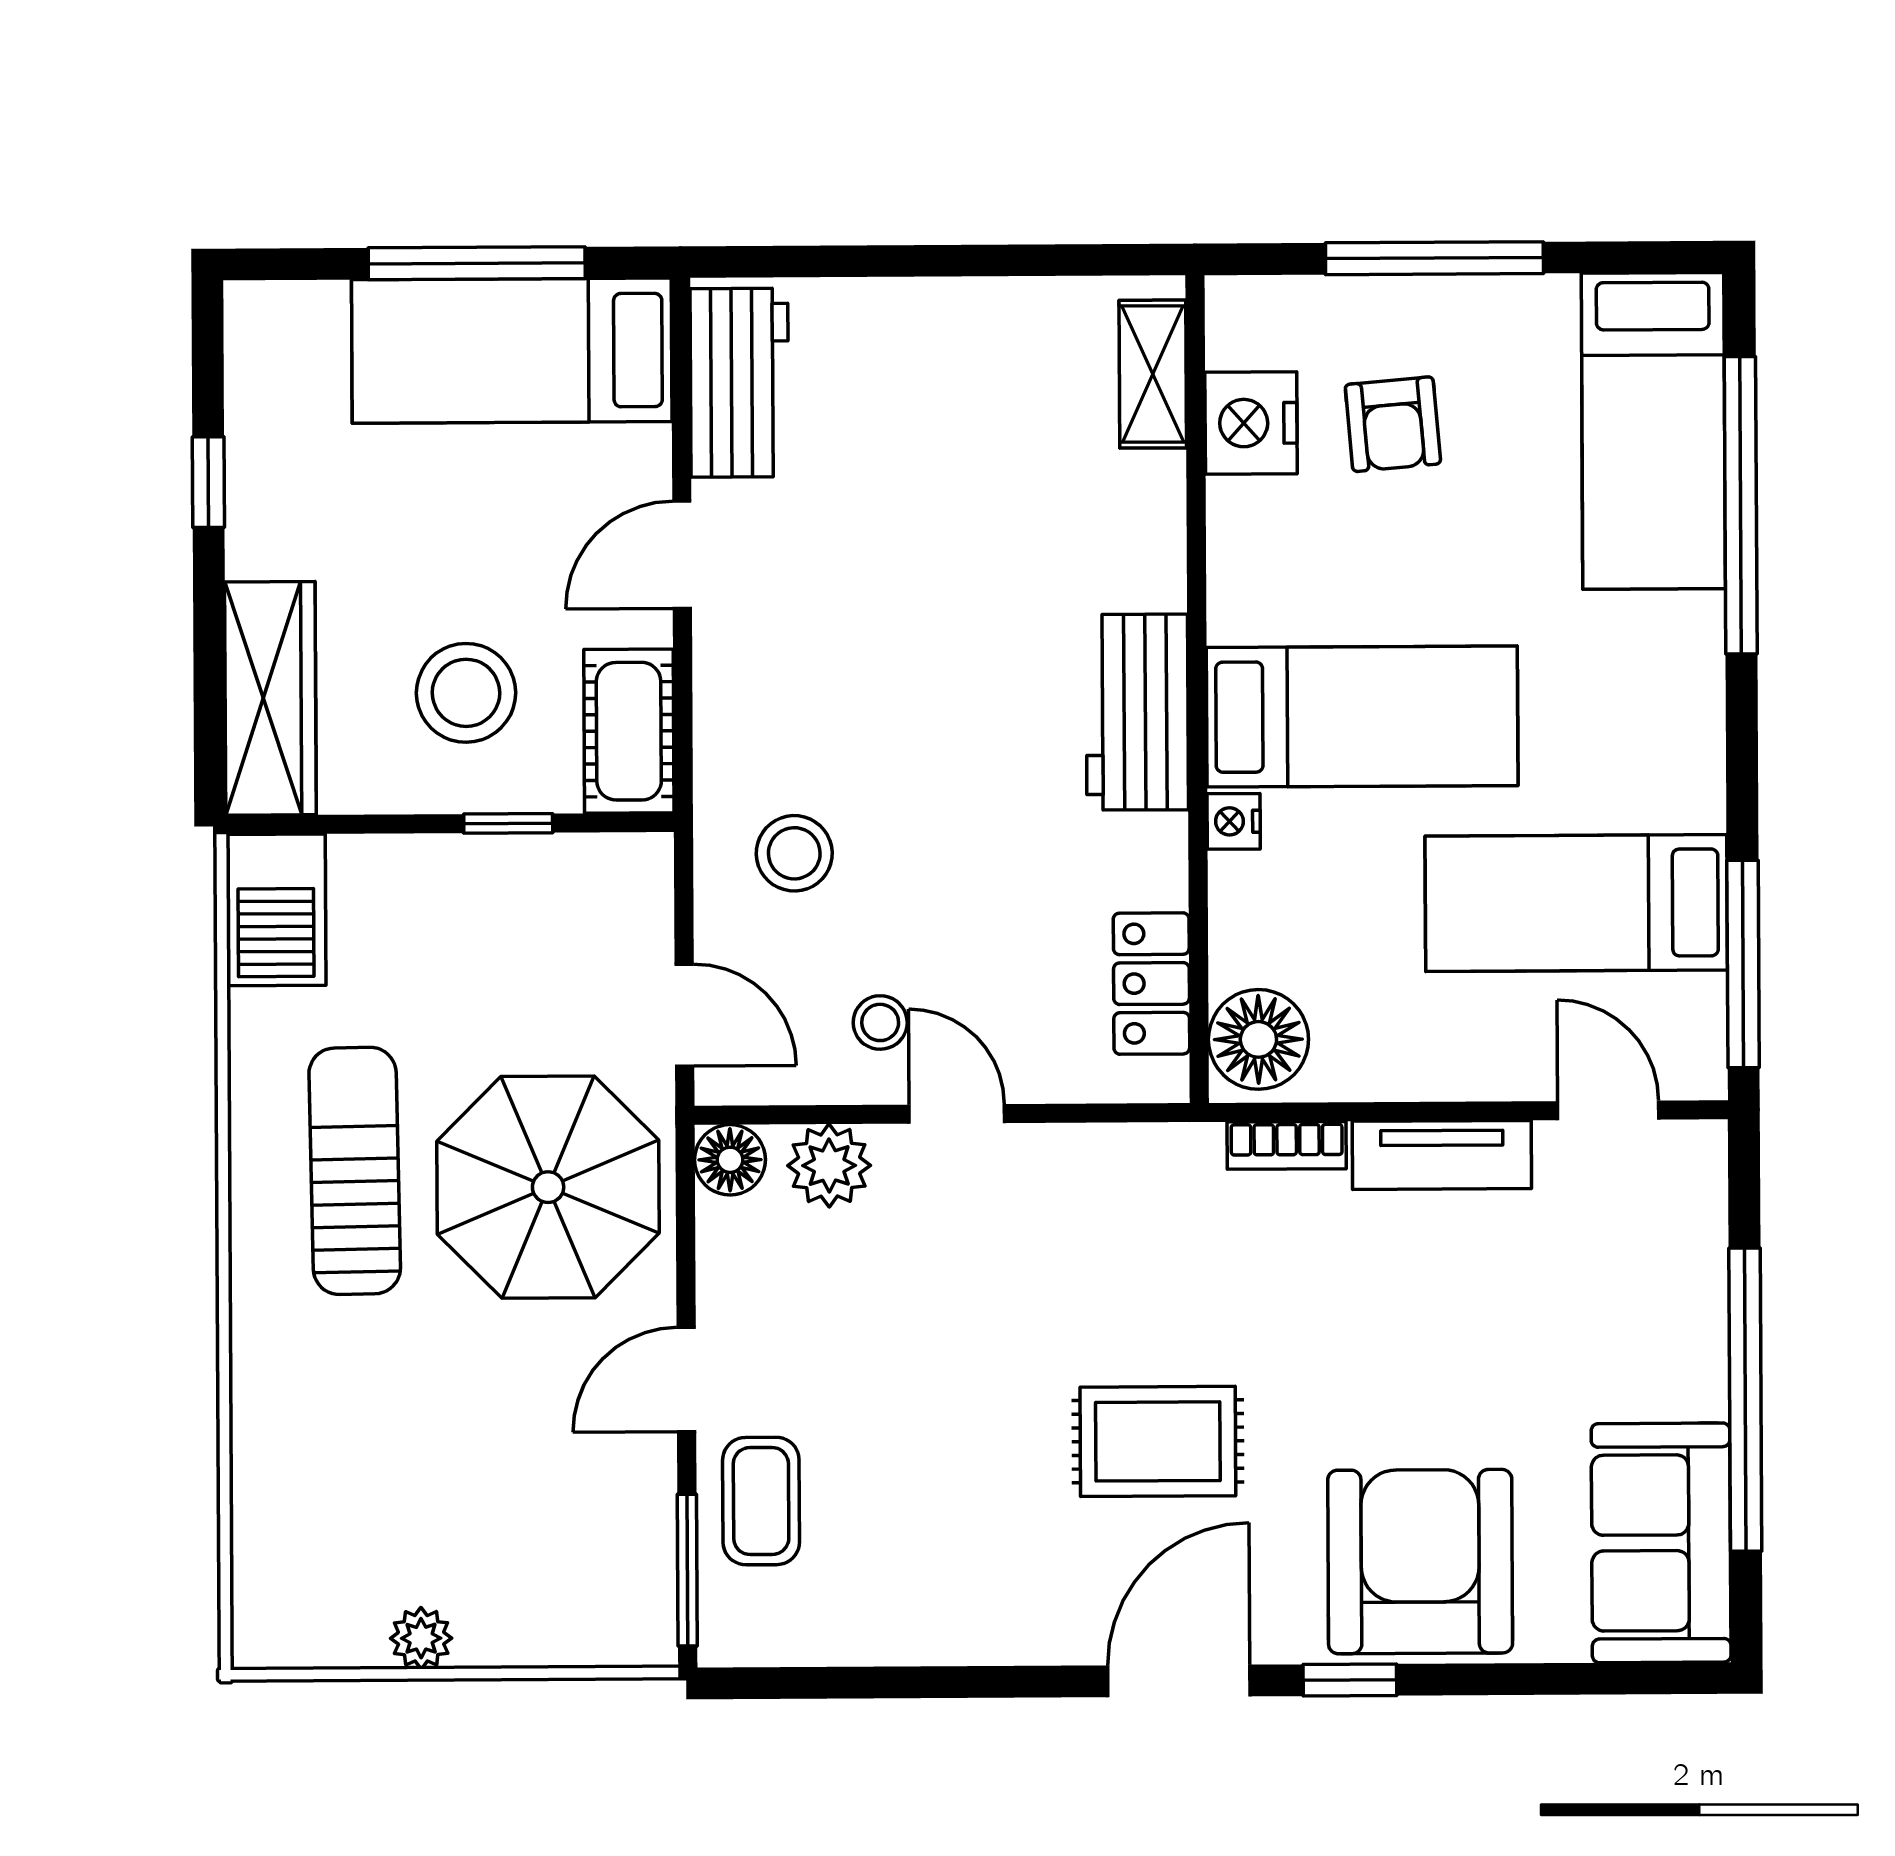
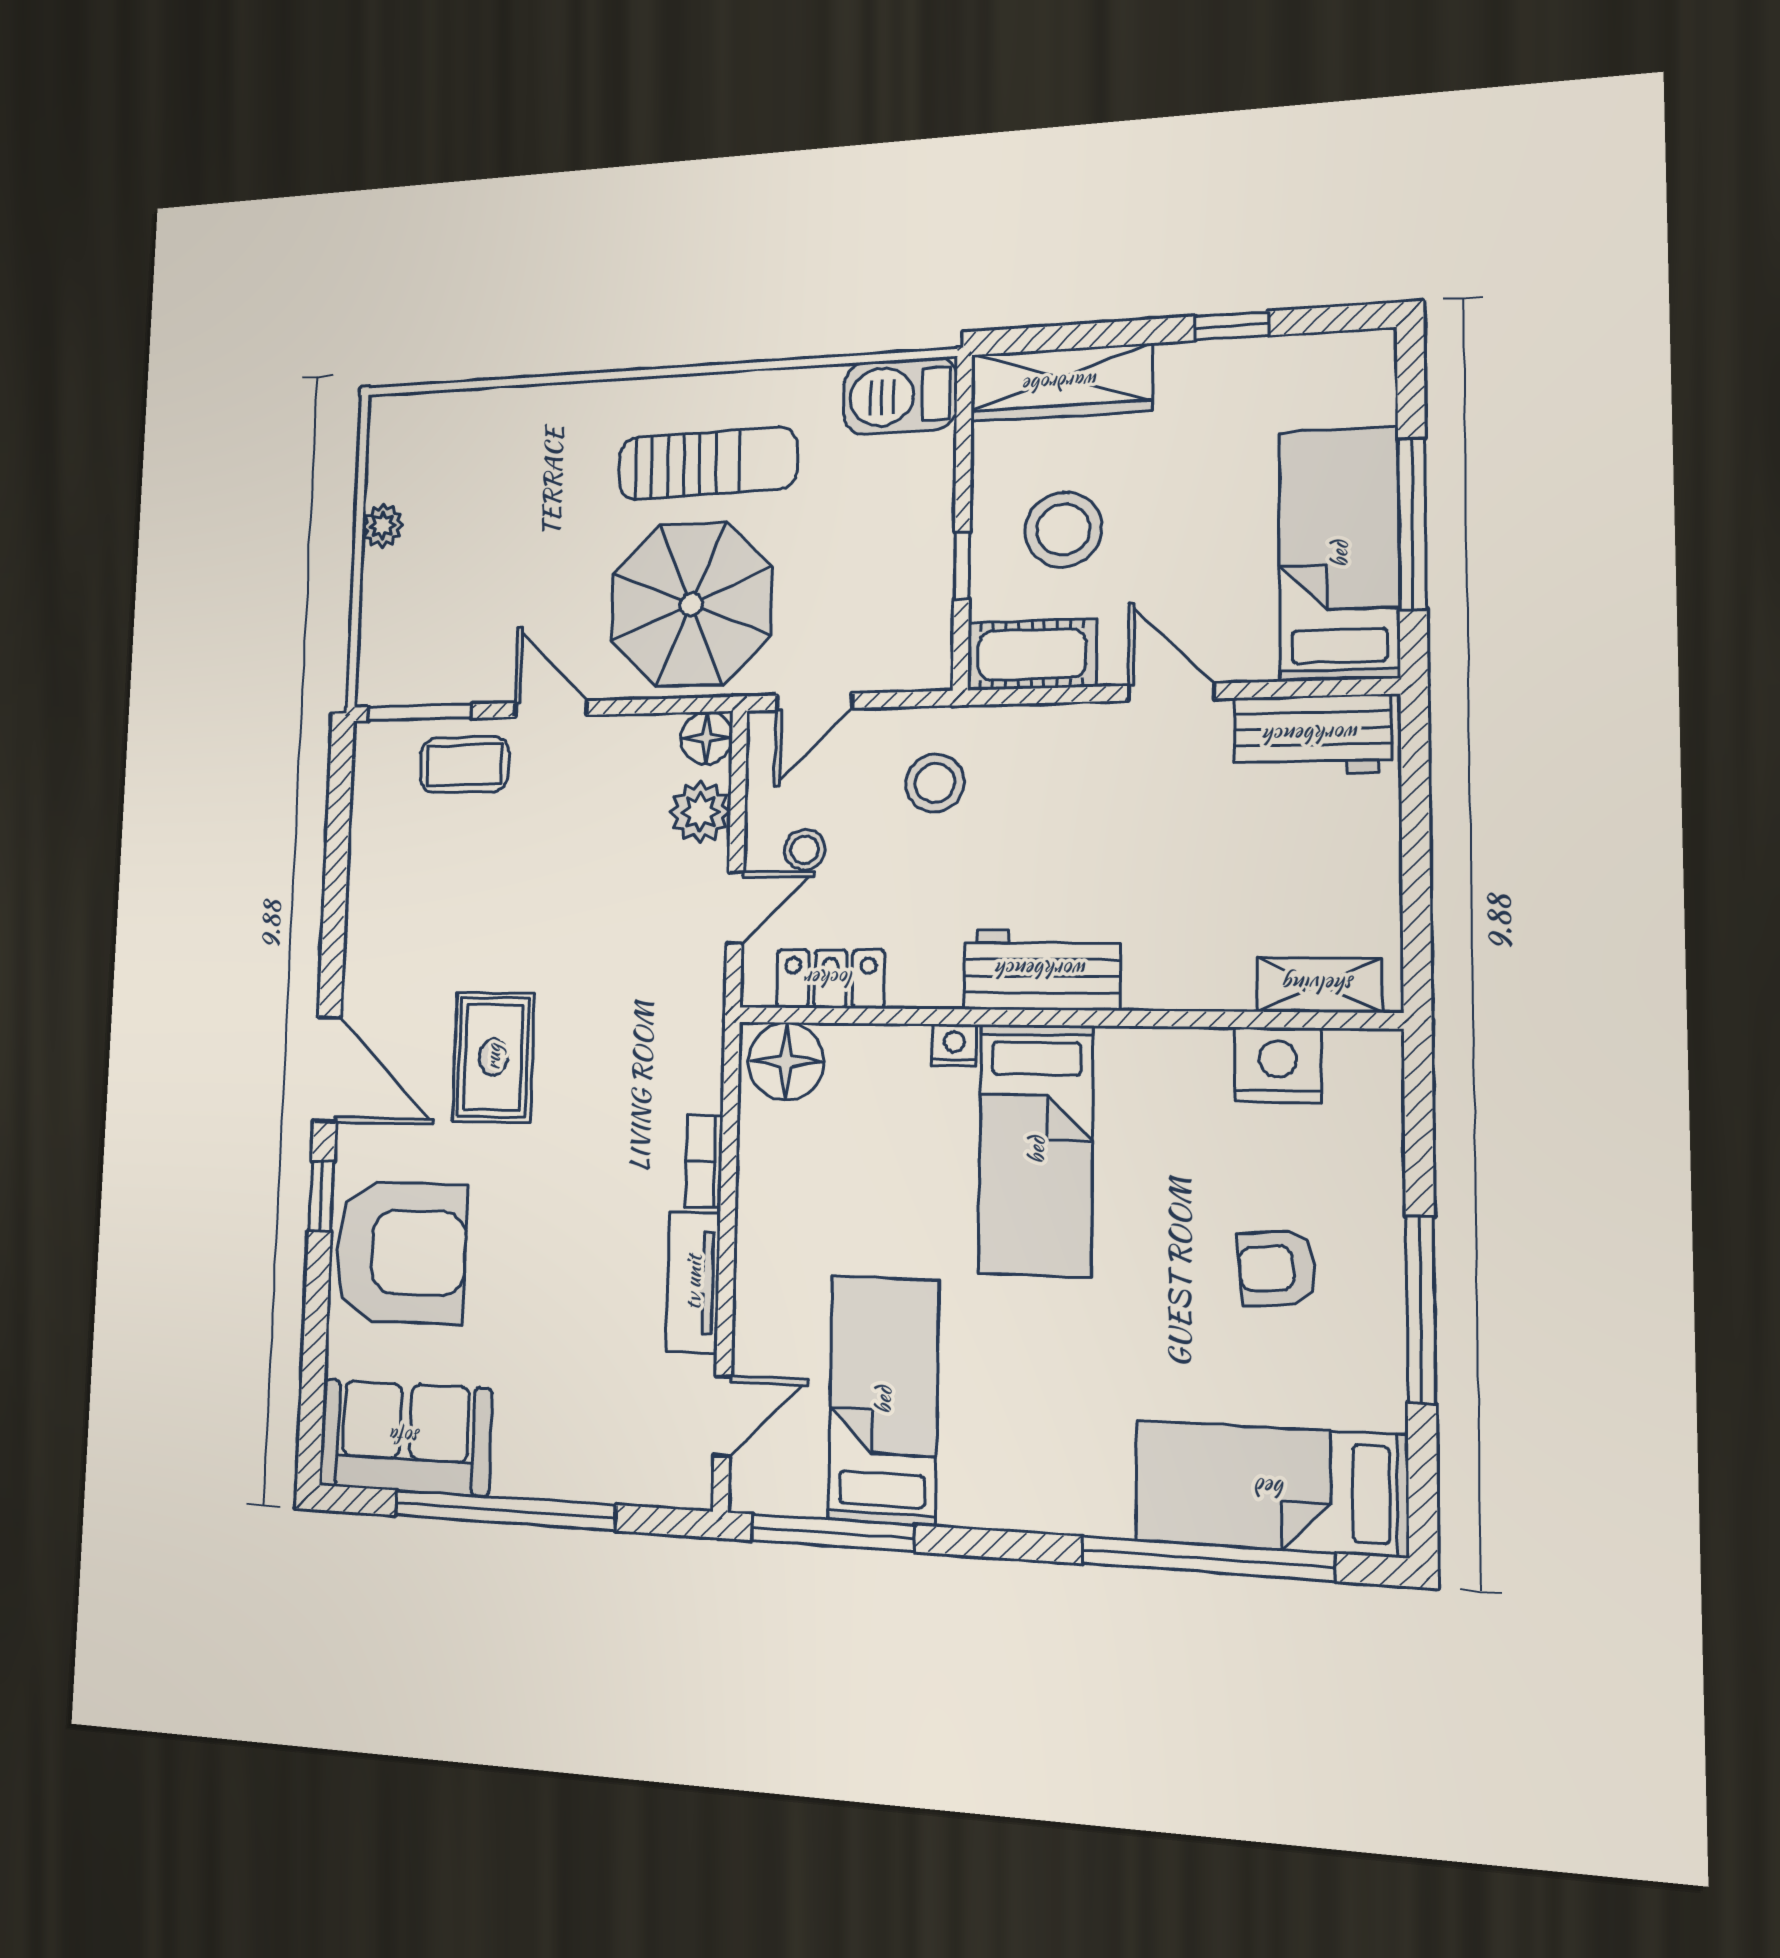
shelving: (1153, 374) -> (1319, 985), moved
nightstand: (1251, 423) -> (1278, 1065), moved
wall: (1197, 689) -> (1059, 1018), moved
workbench: (1137, 712) -> (1042, 970), moved
bed: (1362, 717) -> (1036, 1150), moved
nightstand: (1234, 821) -> (954, 1045), moved
locker: (1151, 984) -> (830, 979), moved
floor lamp: (1258, 1039) -> (786, 1061), moved

